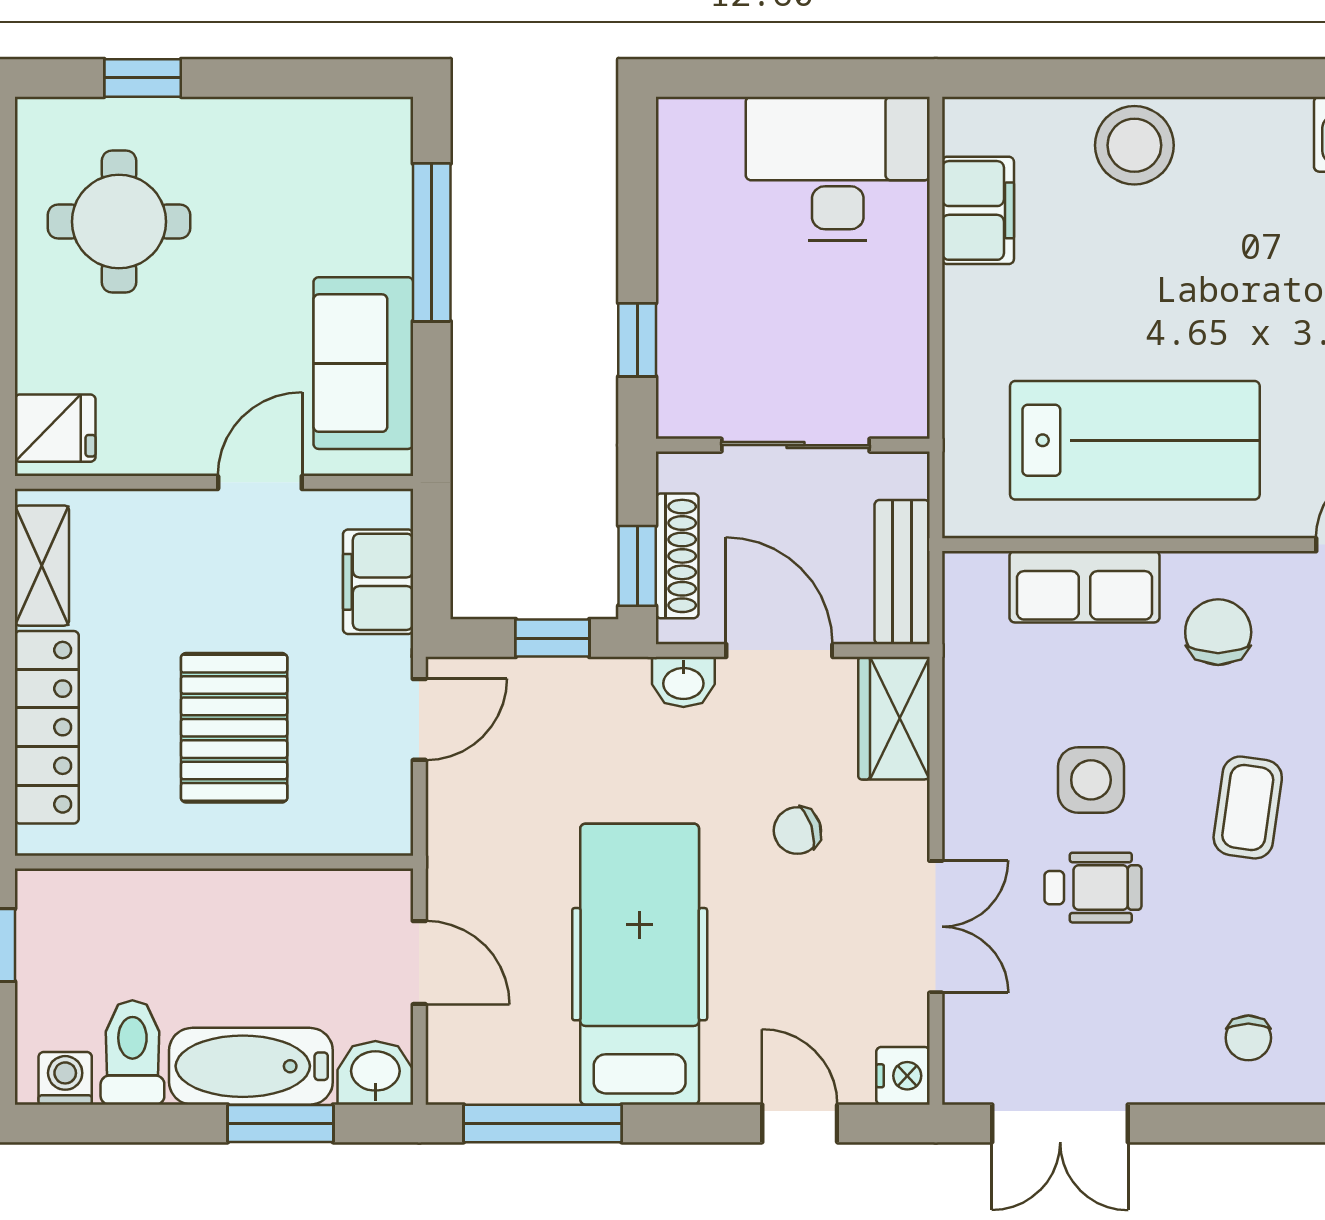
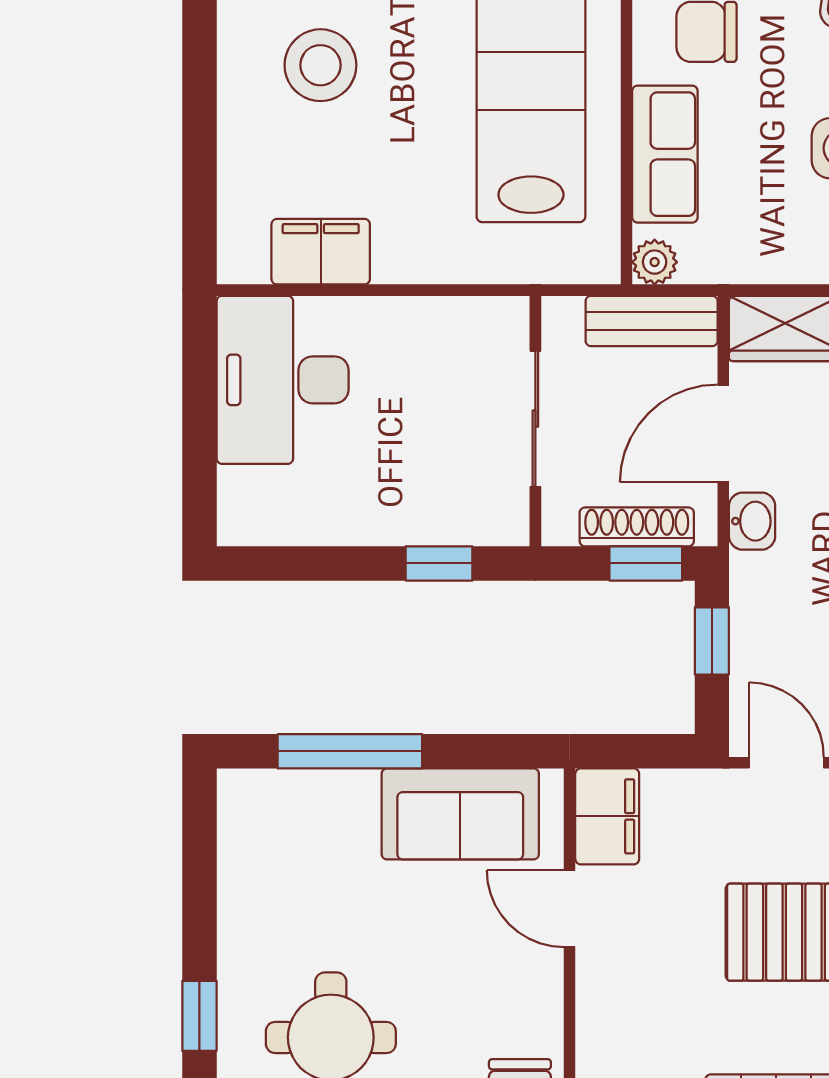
stool: (1134, 145) -> (320, 65), moved
plant: (967, 575) -> (655, 262), added
filing cabinet: (378, 582) -> (607, 816), moved, turned -90

